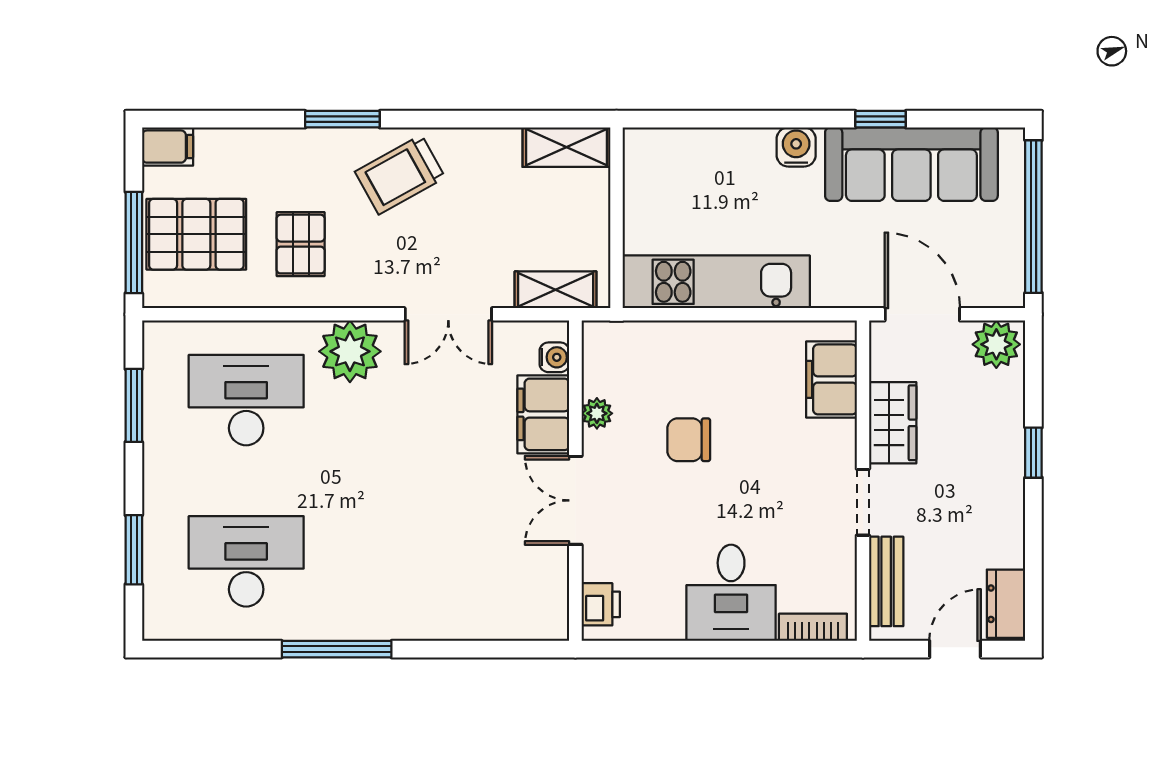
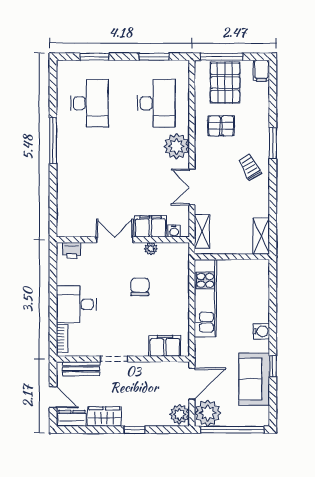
sofa: (911, 164) -> (254, 379), width x0.73
trolley: (400, 175) -> (250, 167), width x0.73, depth x0.72
plant: (993, 276) -> (208, 413), added
wardrobe: (893, 423) -> (104, 417), moved, turned 180

